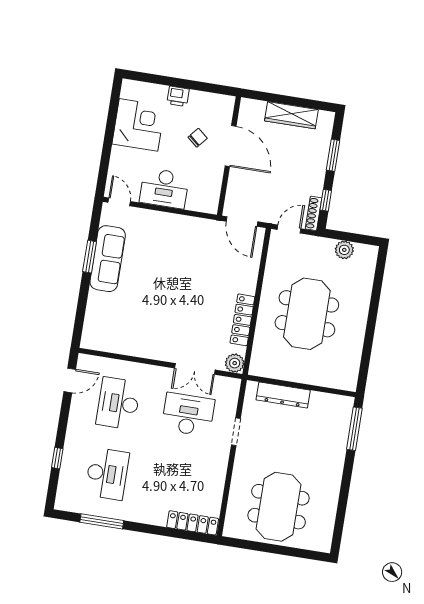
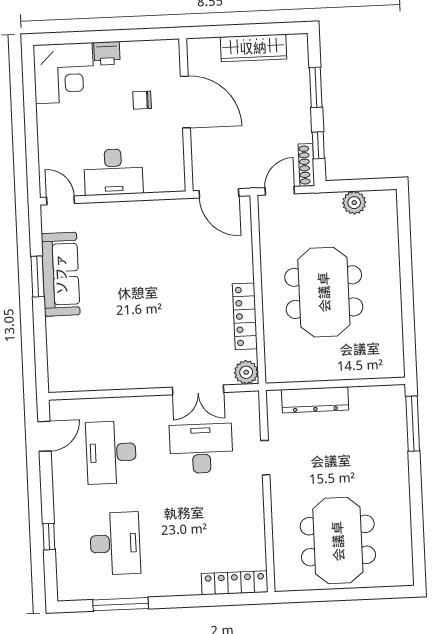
corner desk: (139, 125) -> (64, 73), moved, turned 90
chair: (198, 138) -> (142, 100), turned -130

